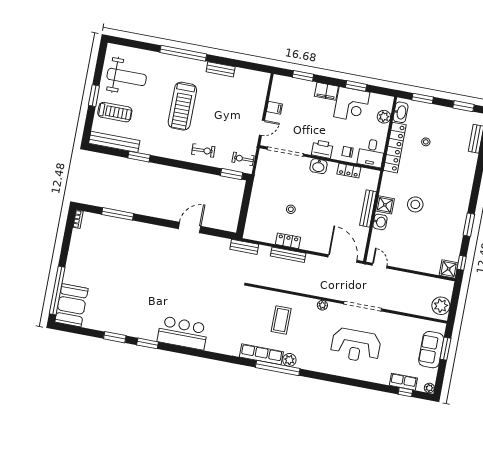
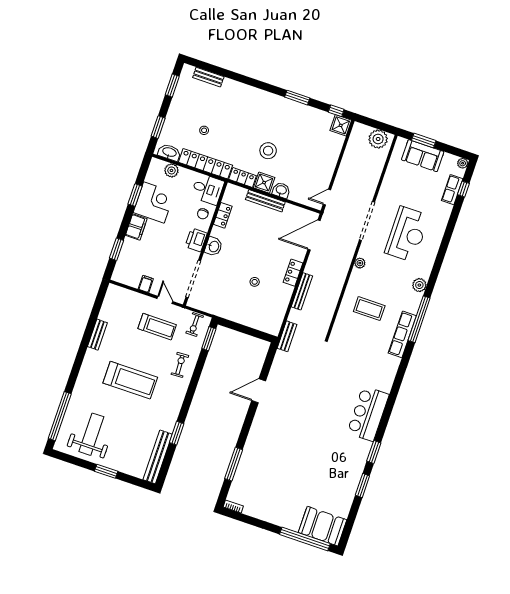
window: (183, 53) -> (60, 416), moved
treadmill: (115, 112) -> (157, 327), moved, turned 90
locker: (387, 184) -> (243, 177), added
door: (190, 228) -> (259, 391), hinge flipped
locker: (288, 241) -> (293, 273), moved
plant: (289, 360) -> (419, 285), moved

